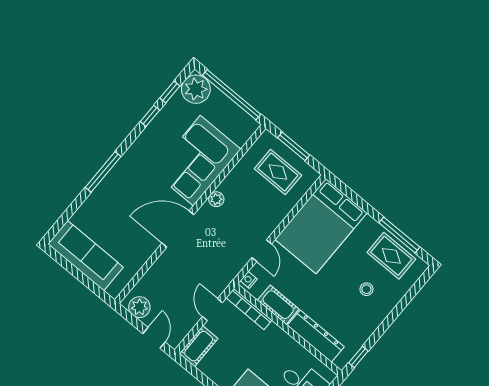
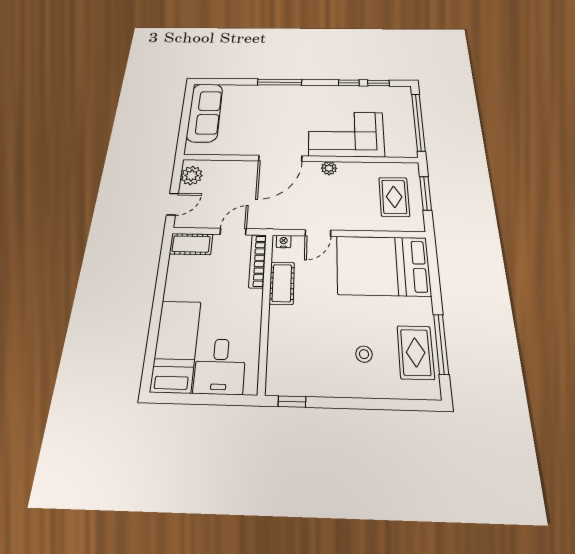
plant: (196, 89) -> (398, 97), removed
door: (178, 229) -> (280, 158), swing flipped
dresser: (316, 336) -> (280, 341), removed

